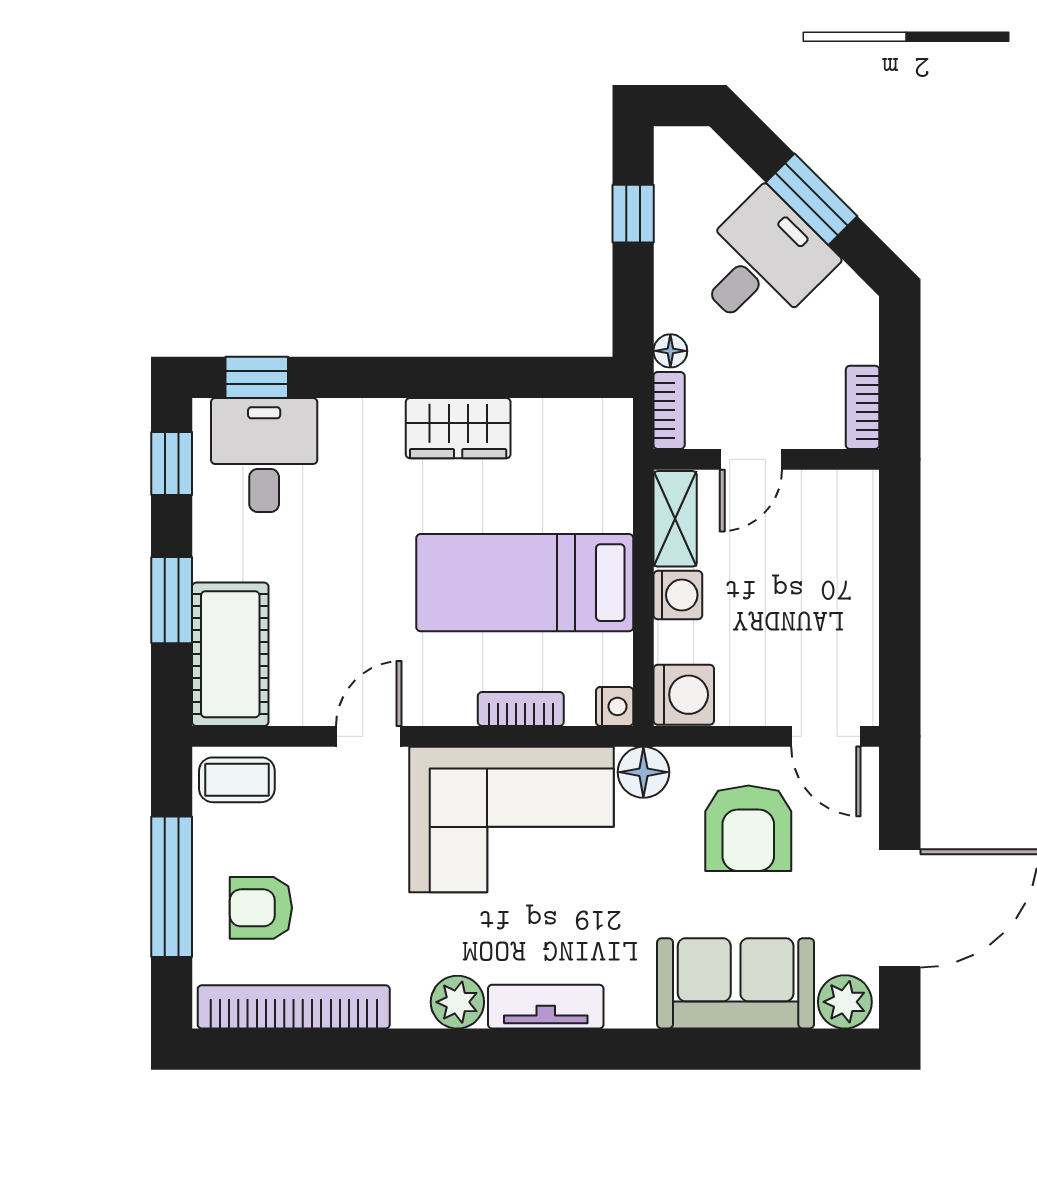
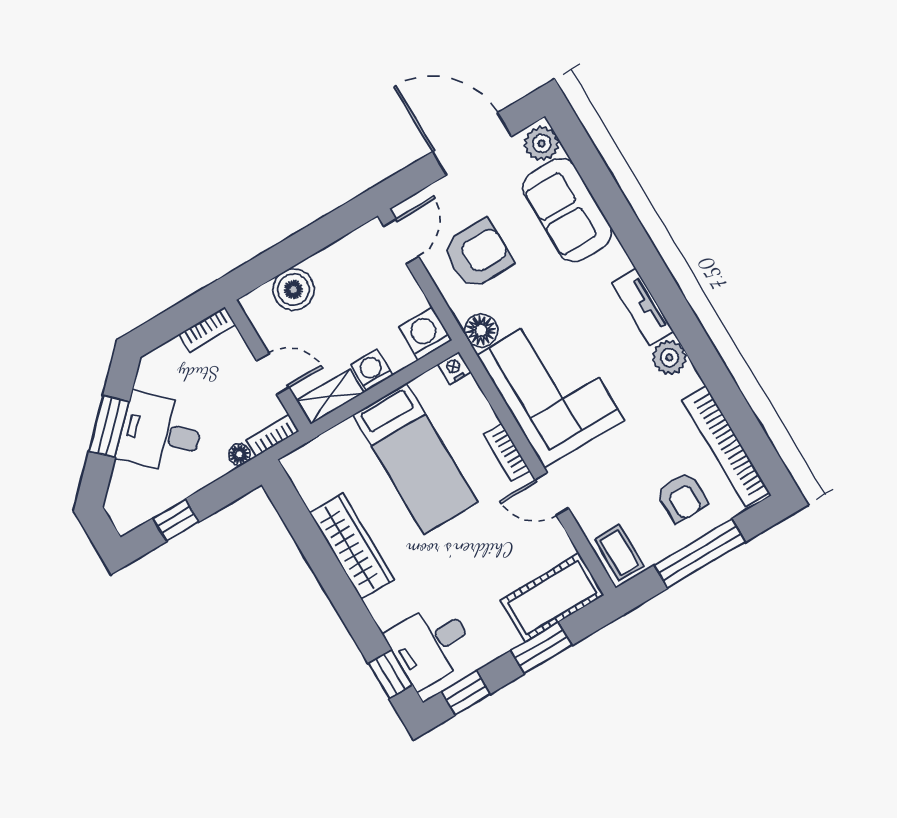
wardrobe: (458, 428) -> (352, 546), width x1.50
boiler: (847, 554) -> (293, 290), added
bookcase: (521, 709) -> (507, 453), moved

